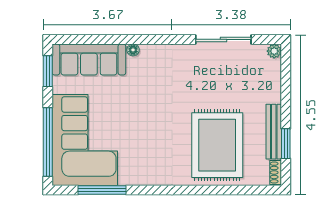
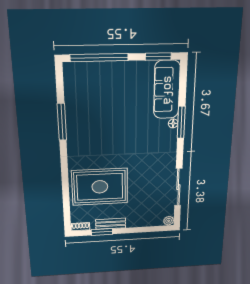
window: (132, 39) -> (181, 122), added
bench: (274, 132) -> (111, 224), width x0.73
corner sofa: (85, 140) -> (102, 88), removed
window: (102, 190) -> (62, 122), moved

